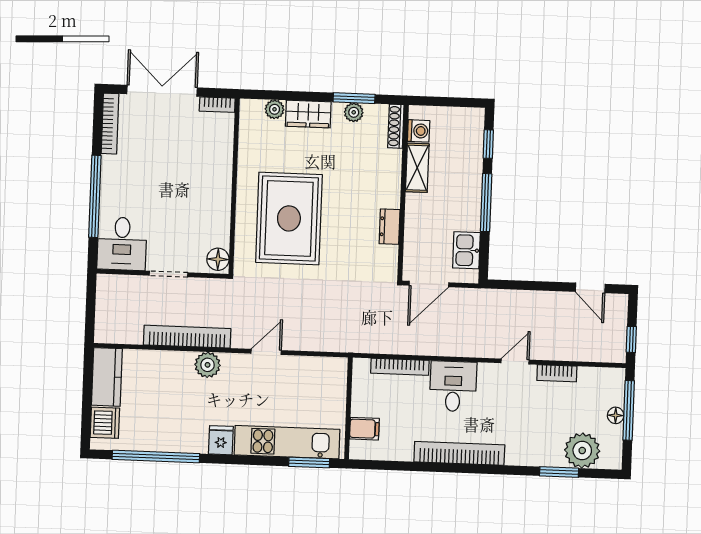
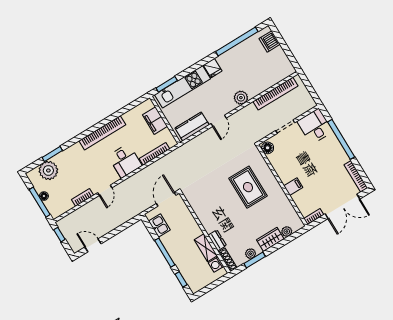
filing cabinet: (218, 172) -> (293, 187), added
rug: (289, 218) -> (248, 187), width x0.73, depth x0.69
dresser: (390, 227) -> (217, 240), moved
bookcase: (187, 337) -> (276, 94), moved
kitchen counter: (107, 377) -> (192, 126), moved, turned 90
filing cabinet: (364, 429) -> (155, 121), width x2.00

